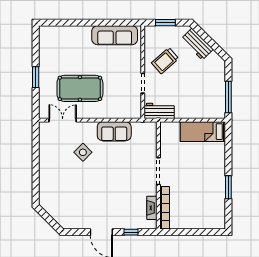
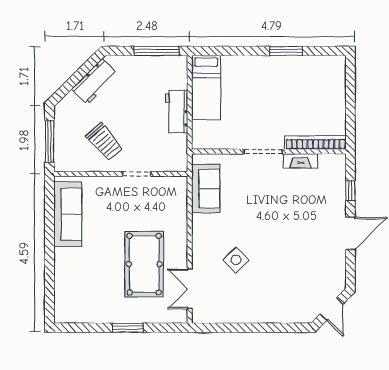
window: (165, 23) -> (50, 141), width x1.44
workbench: (197, 44) -> (95, 82), moved
workbench: (159, 111) -> (176, 112), moved
sofa: (114, 131) -> (206, 189), moved
fireplace: (152, 208) -> (301, 161), moved
door: (49, 219) -> (332, 309), added

